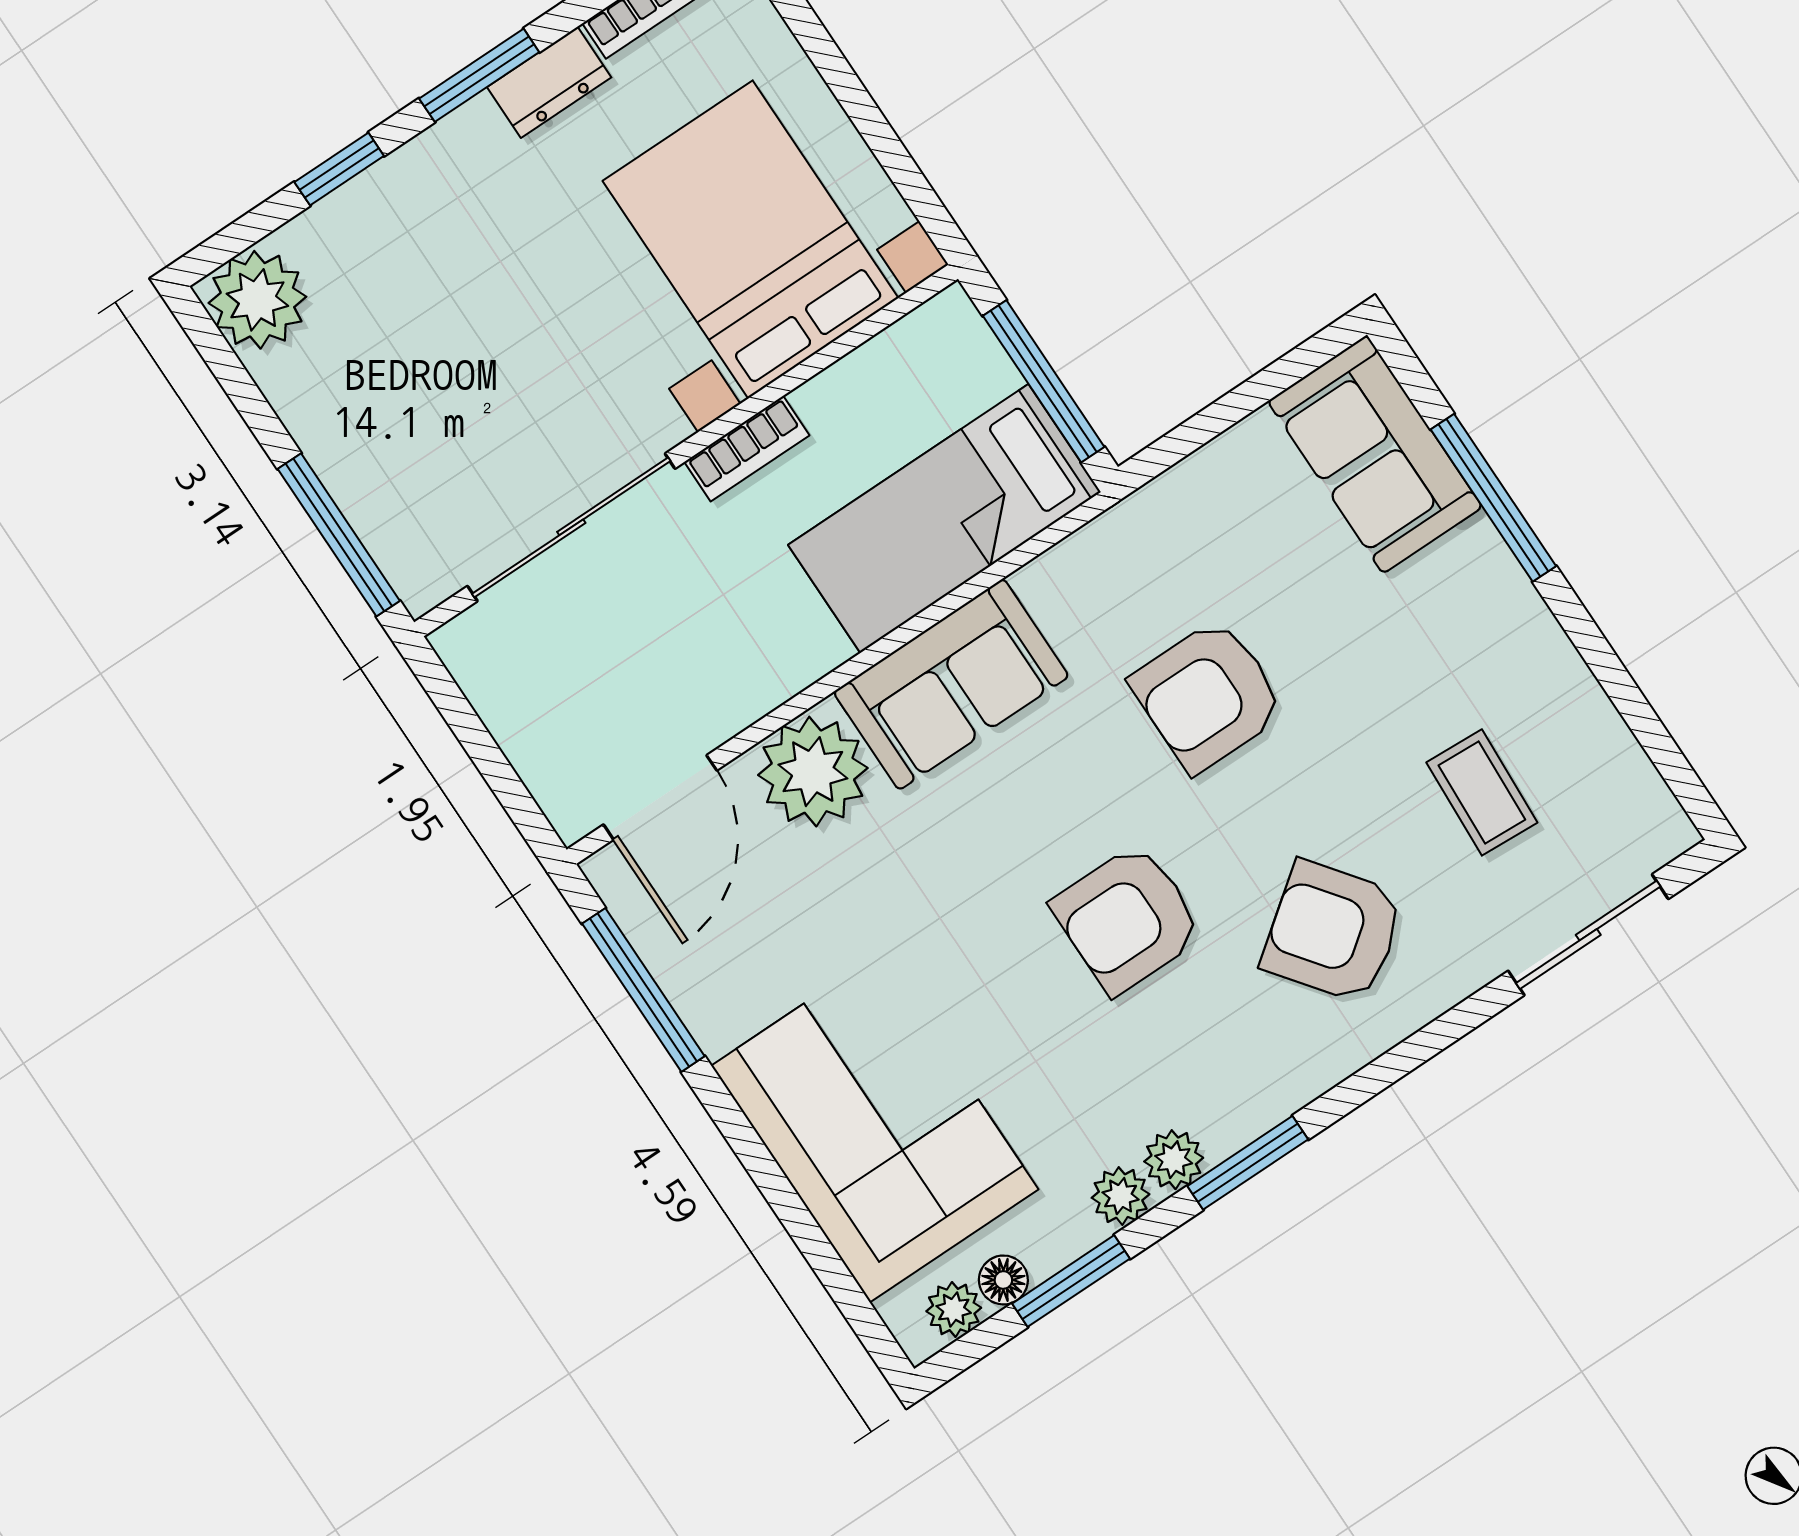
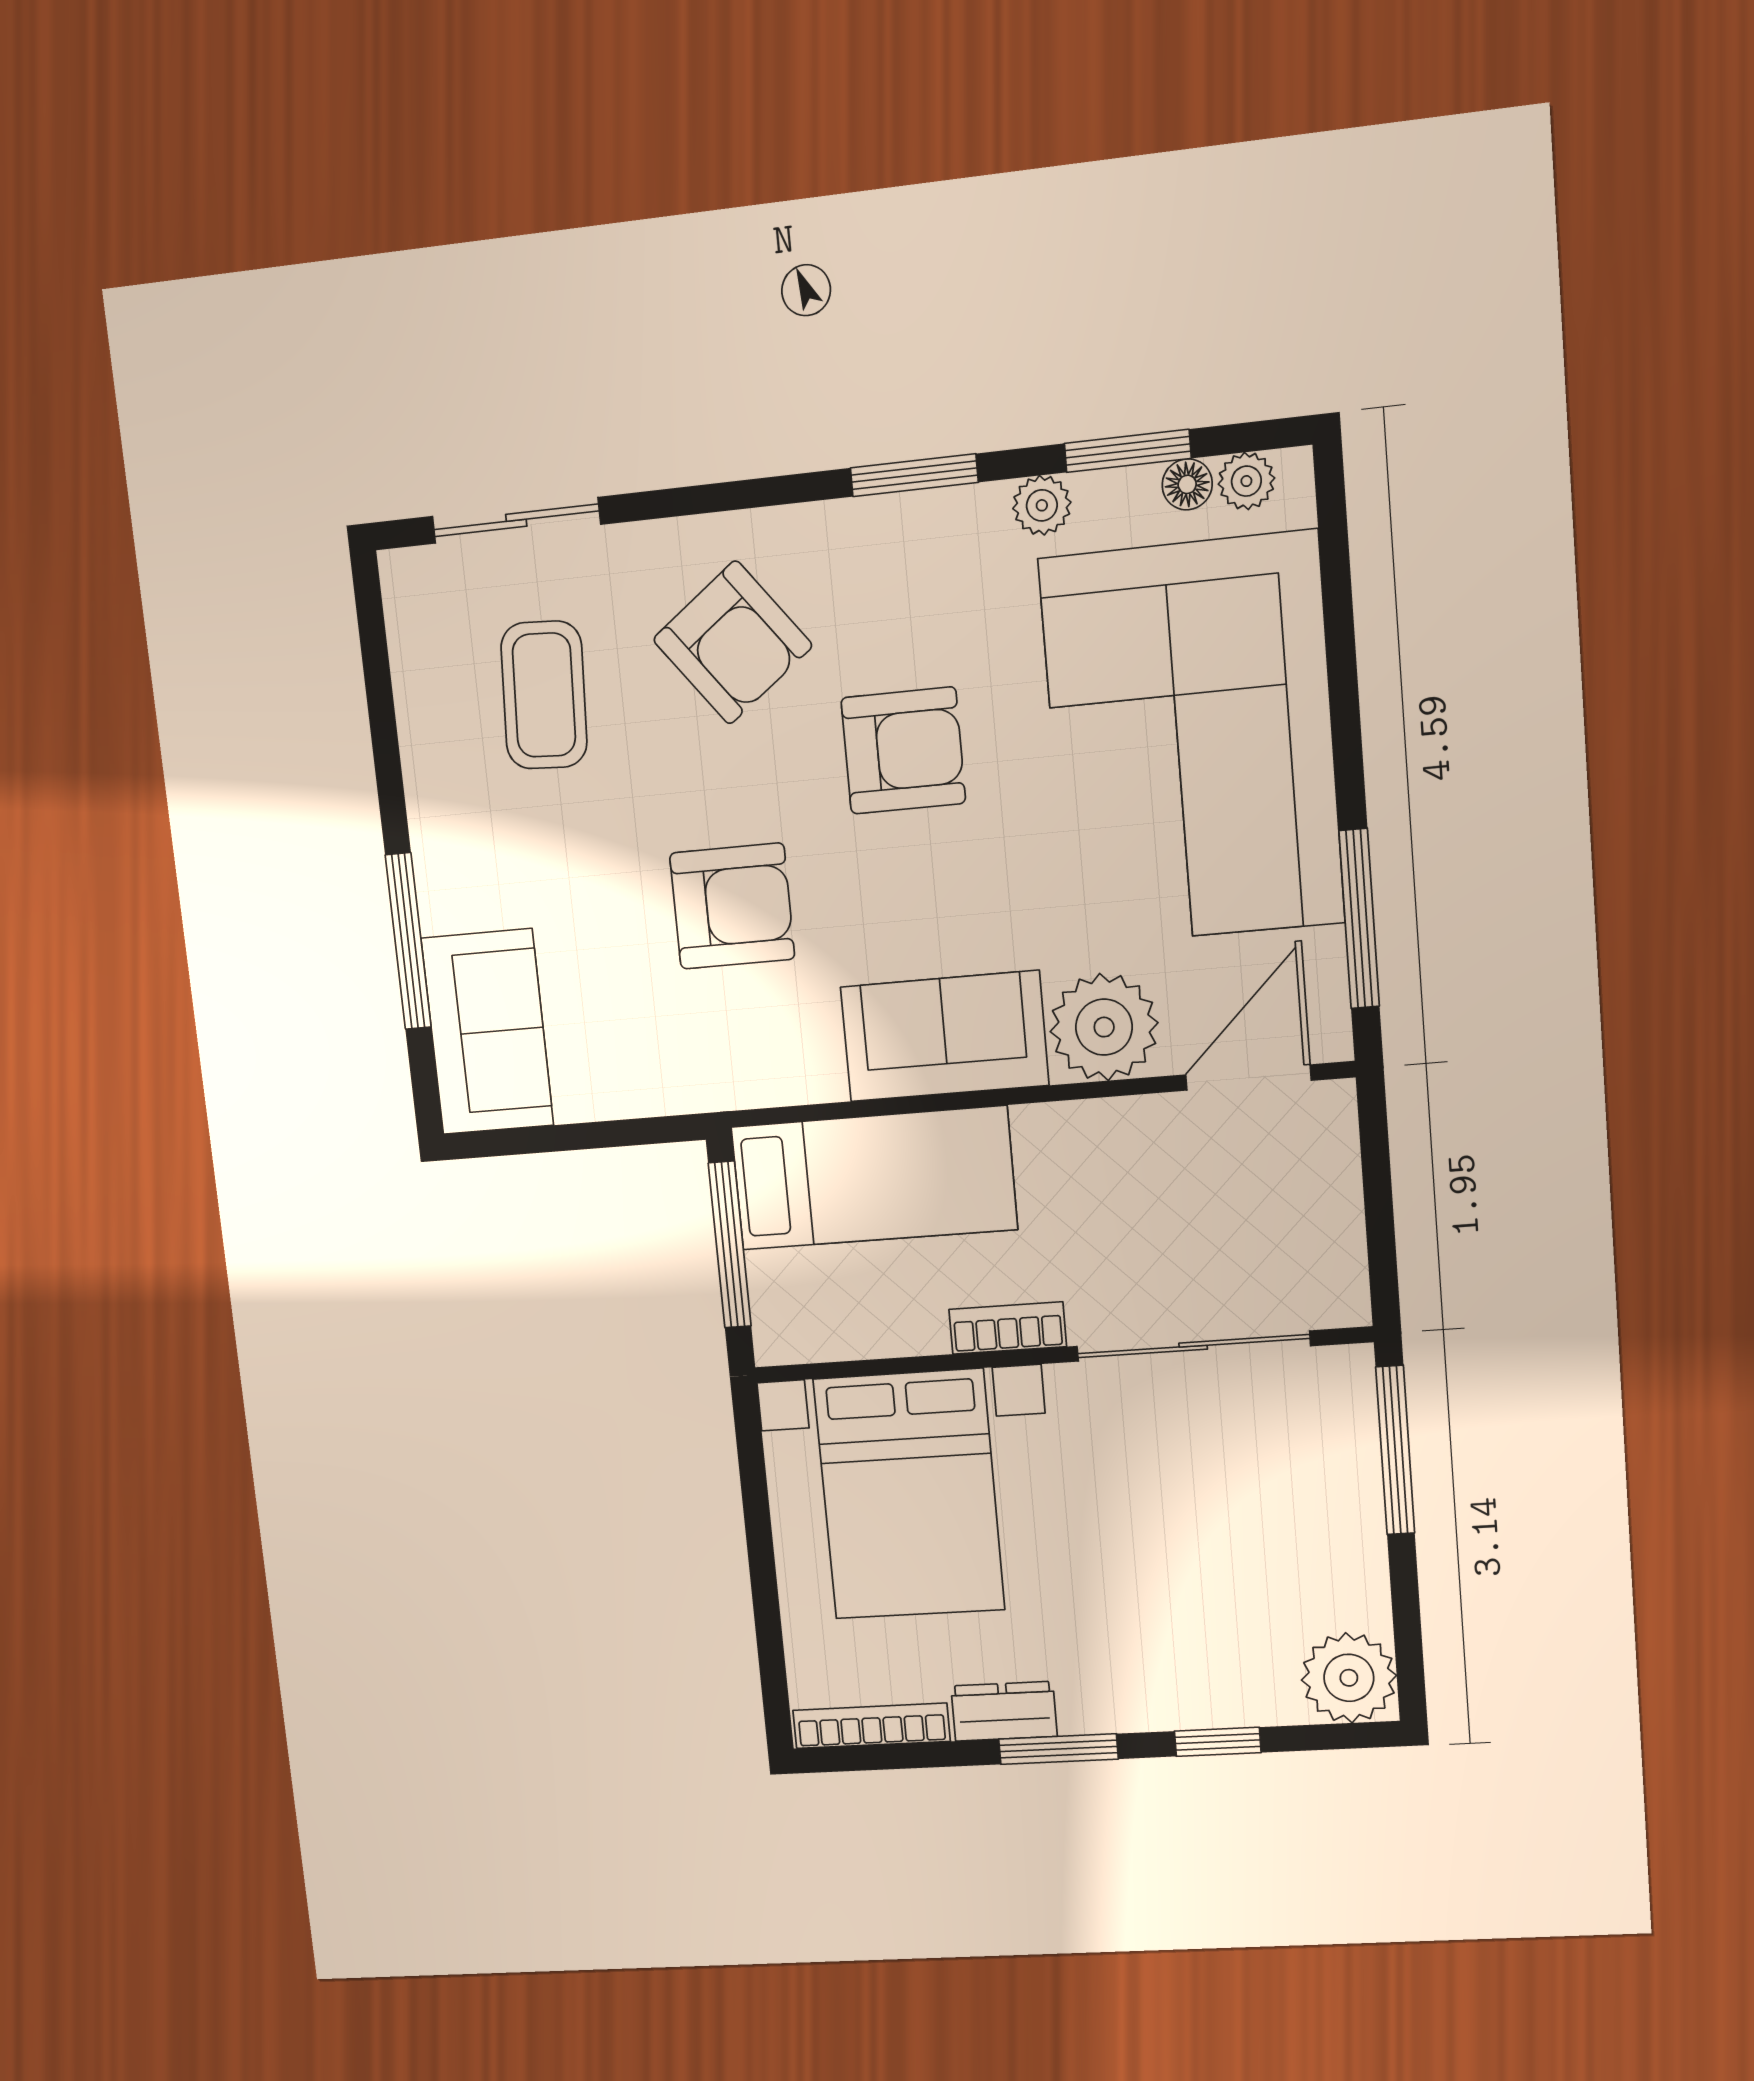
coffee table: (1482, 792) -> (544, 695), width x1.36, depth x1.30
corner sofa: (875, 1128) -> (1192, 741), width x1.36, depth x1.36
plant: (1174, 1160) -> (978, 513), removed

